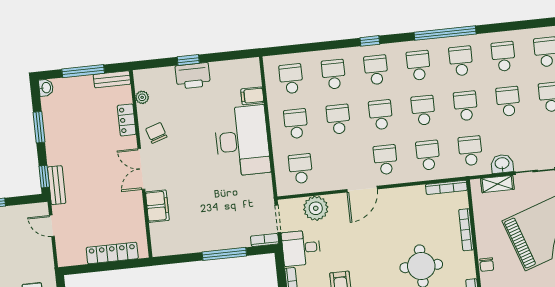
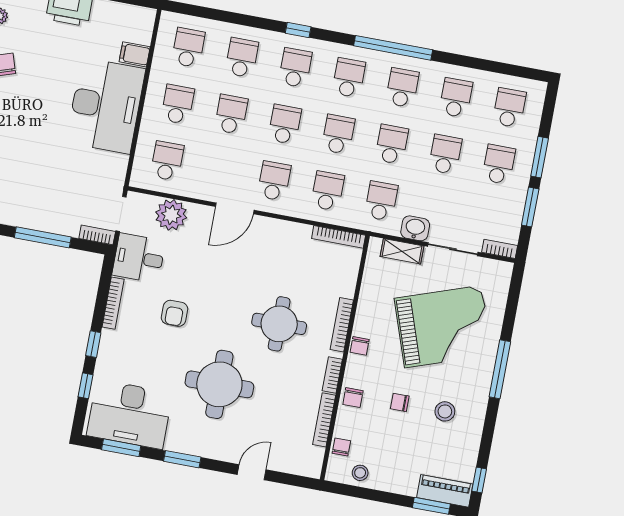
bookcase: (466, 230) -> (342, 325), moved

